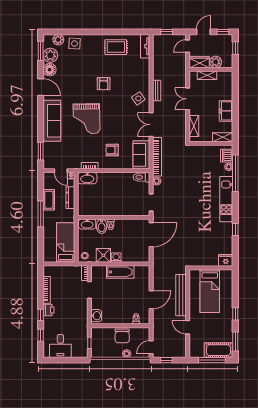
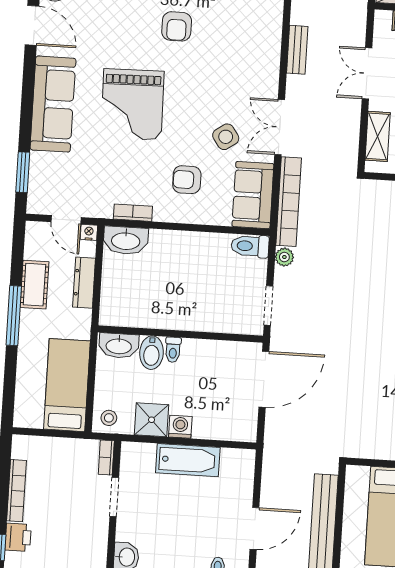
side table: (138, 98) -> (226, 137), moved

